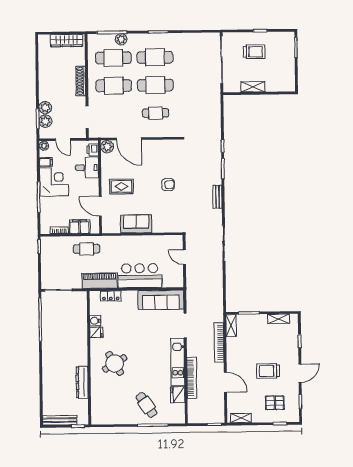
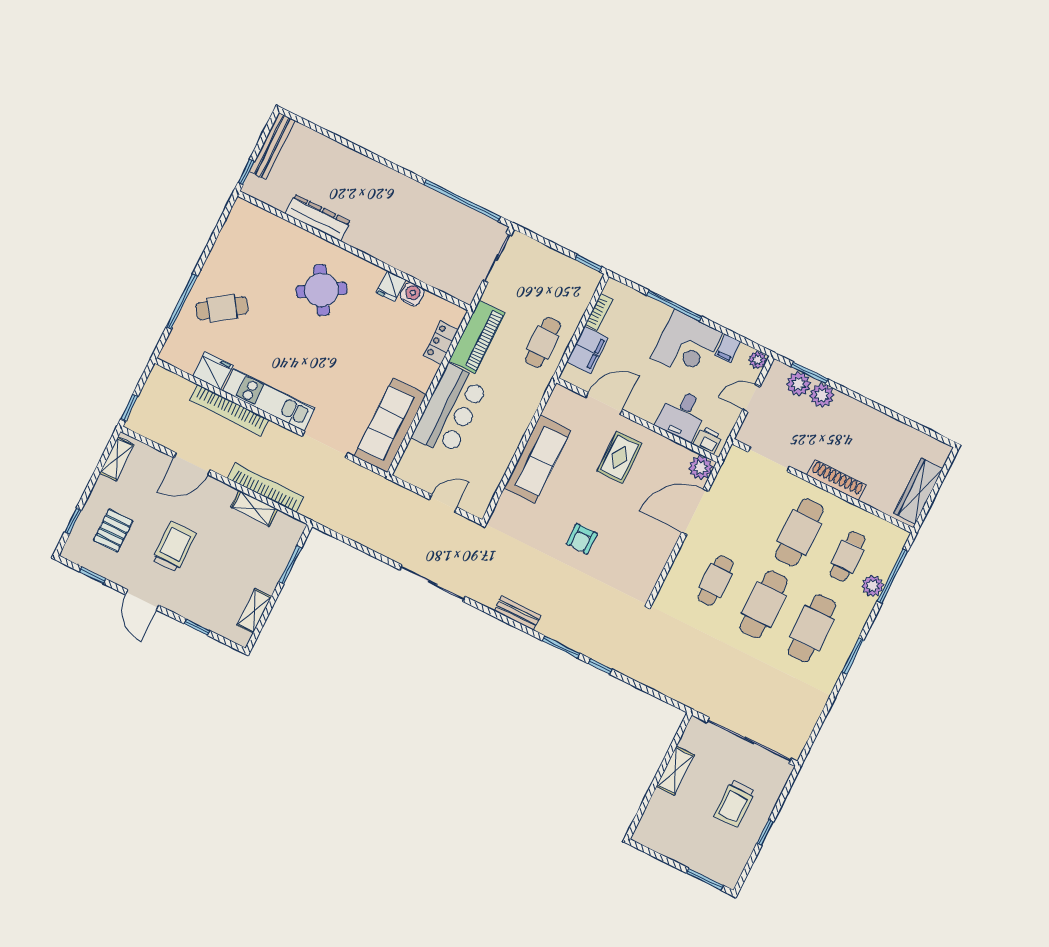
cafe table: (113, 58) -> (848, 556), width x0.73, depth x0.74
sofa: (136, 224) -> (537, 459), width x1.36
shelving: (231, 326) -> (254, 508), moved

